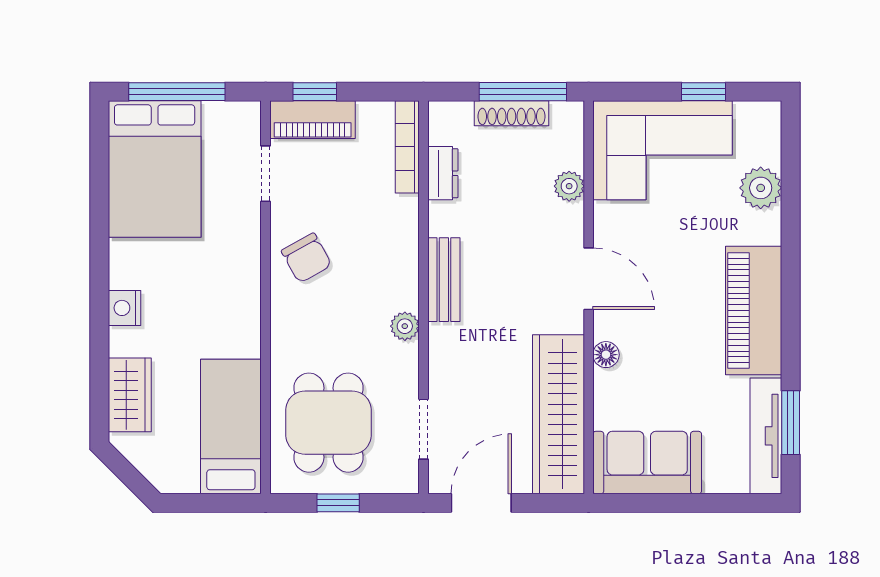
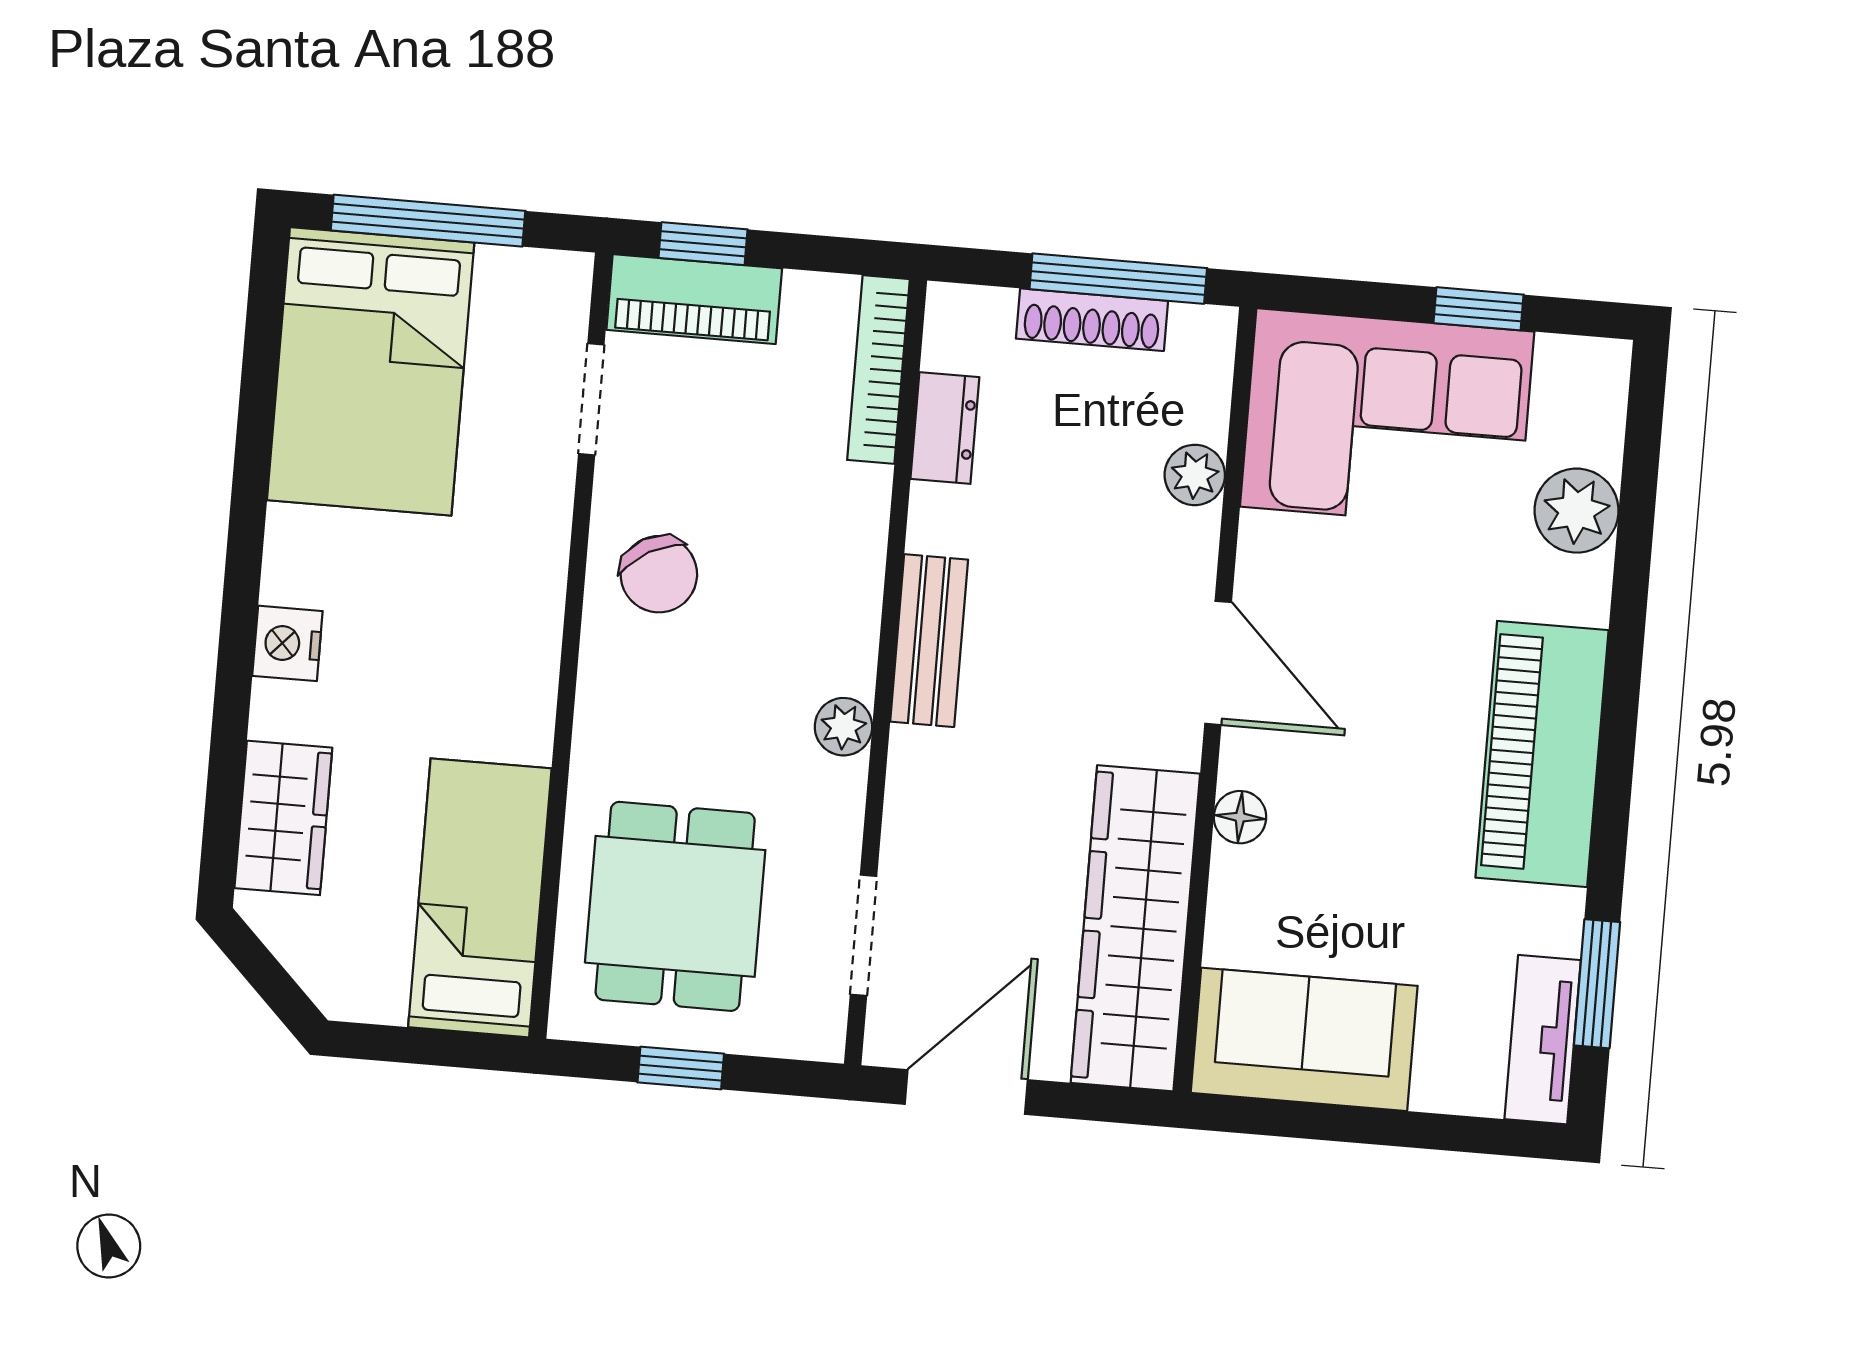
tv unit: (766, 436) -> (1543, 1040), width x0.71

